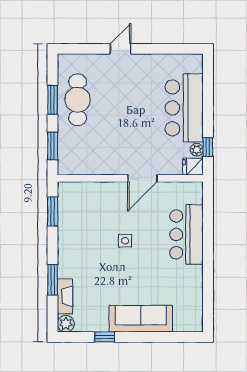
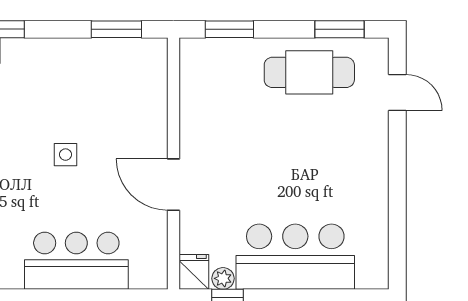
door: (121, 49) -> (397, 92), moved
window: (53, 100) -> (339, 29), moved

